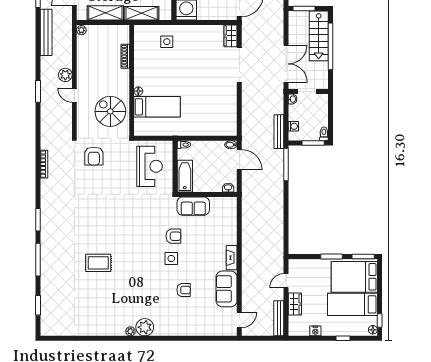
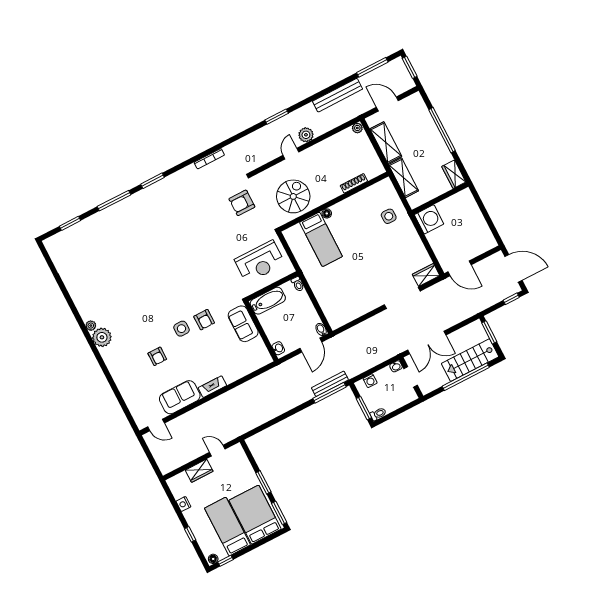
bench: (279, 132) -> (330, 384), moved
rug: (98, 263) -> (141, 260), removed
bench: (279, 318) -> (177, 462), removed

